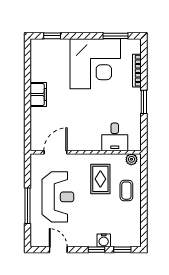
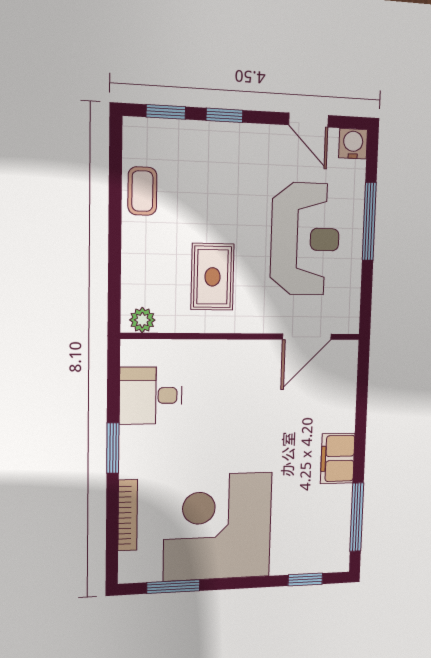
window: (28, 66) -> (357, 517), added
desk: (115, 137) -> (151, 396), moved, turned -90
coffee table: (126, 191) -> (142, 191), moved
reception desk: (58, 197) -> (305, 239), turned 180
water cooler: (104, 240) -> (353, 144), moved

